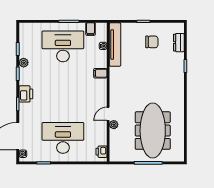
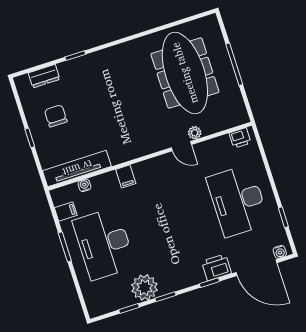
plant: (24, 63) -> (144, 287), width x1.88, depth x1.88
printer: (26, 94) -> (216, 267), moved
meeting table: (153, 131) -> (185, 73), turned 90

